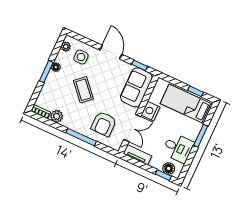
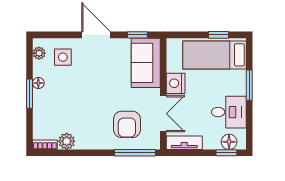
coffee table: (83, 90) -> (84, 95), removed
window: (81, 137) -> (135, 153), moved

